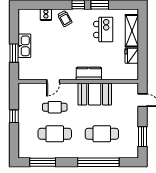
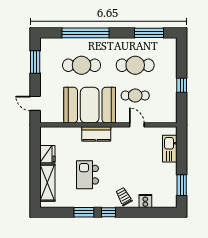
kitchen island: (103, 30) -> (88, 175), moved
kitchen sink: (24, 46) -> (170, 149), moved
window: (14, 53) -> (182, 185), moved
door: (53, 81) -> (137, 125), hinge flipped
booth: (95, 94) -> (90, 105), width x1.36, depth x1.42

